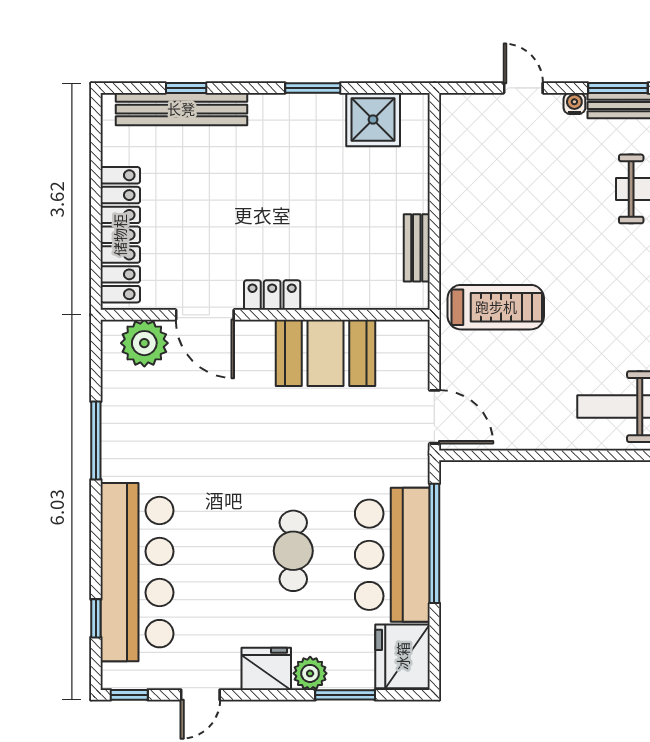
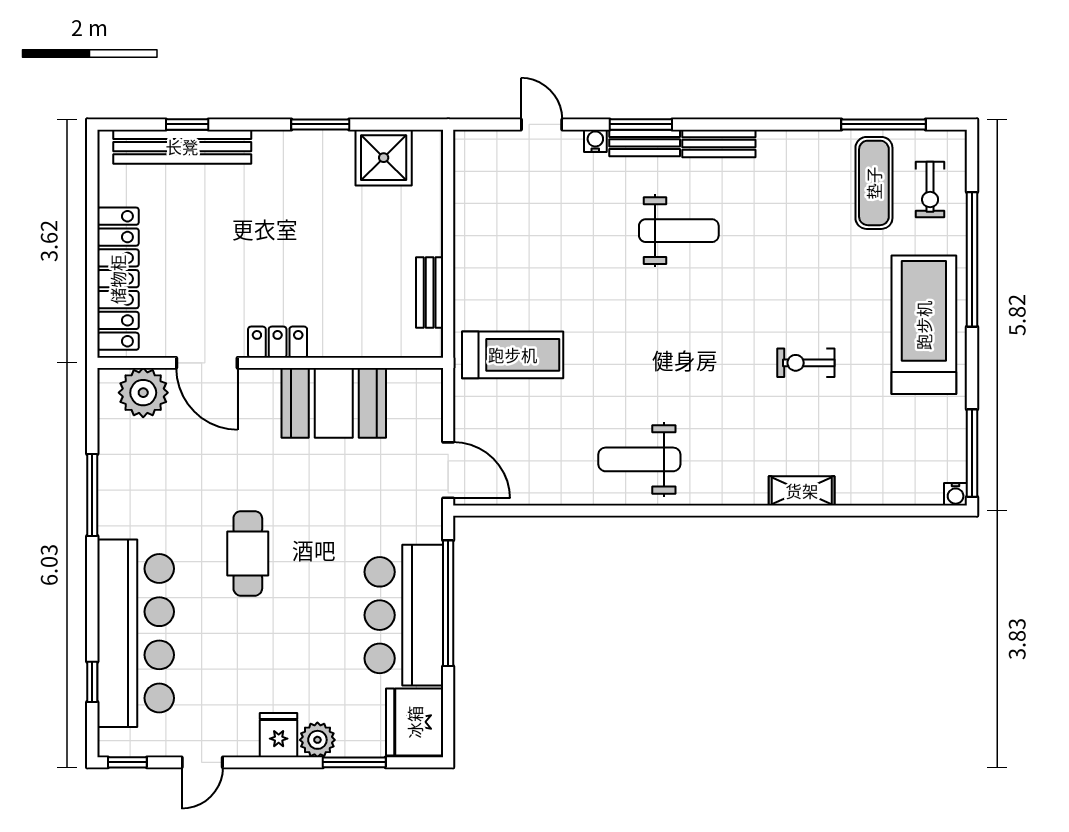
cafe table: (293, 551) -> (248, 553), moved
fridge: (266, 669) -> (279, 735), width x0.72

